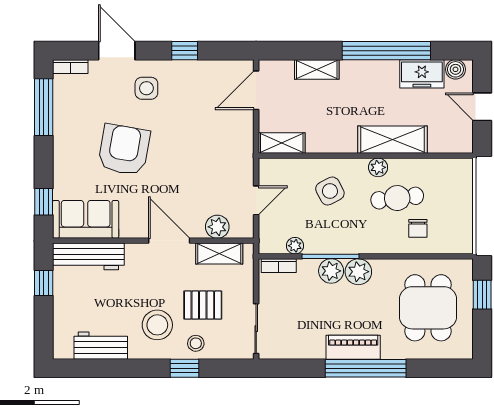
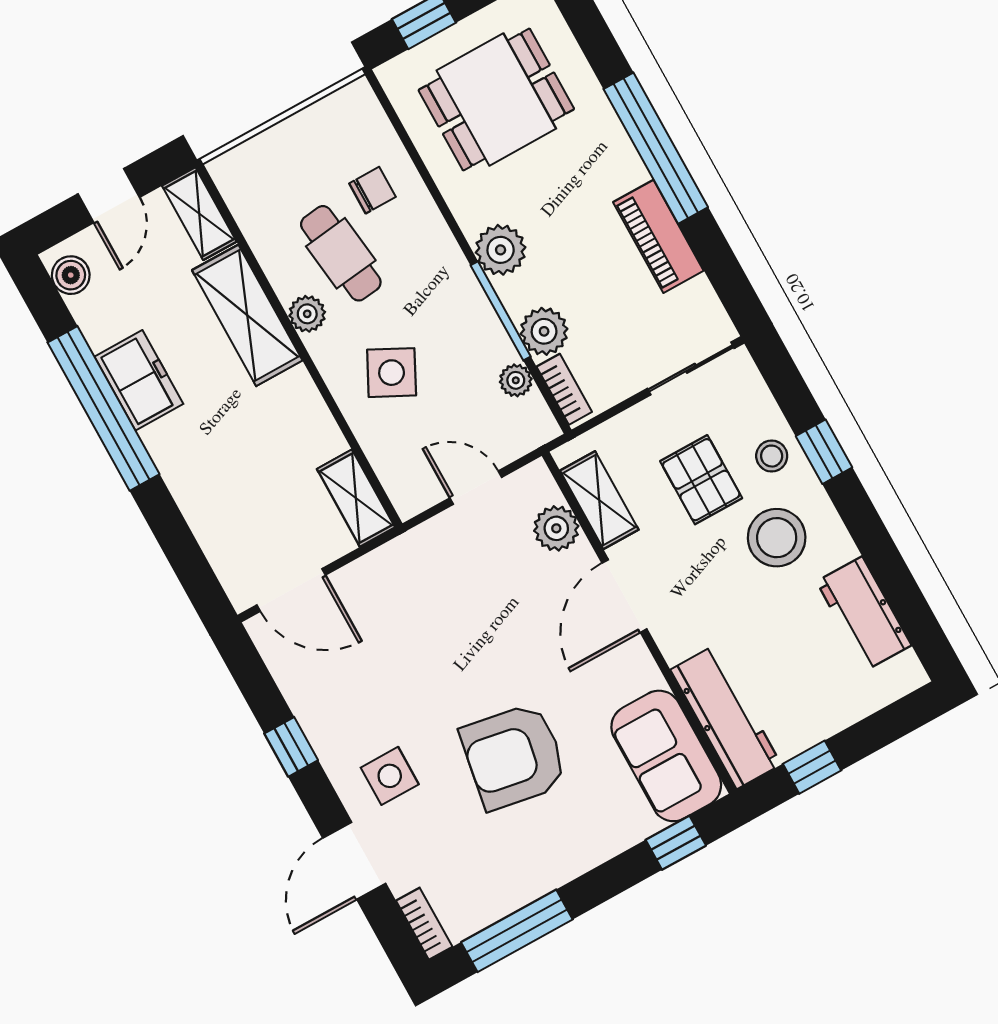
shelving: (317, 69) -> (199, 214), moved
freezer: (422, 74) -> (139, 380), moved
side table: (330, 191) -> (392, 373), turned -35
plant: (331, 271) -> (544, 331), moved
piano: (353, 347) -> (658, 236), moved

